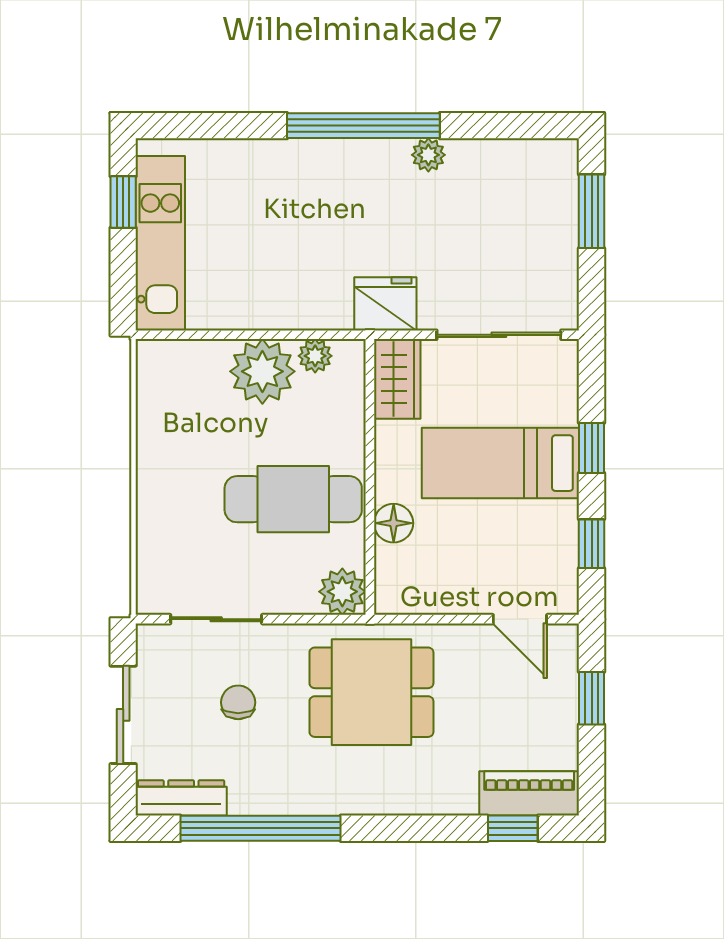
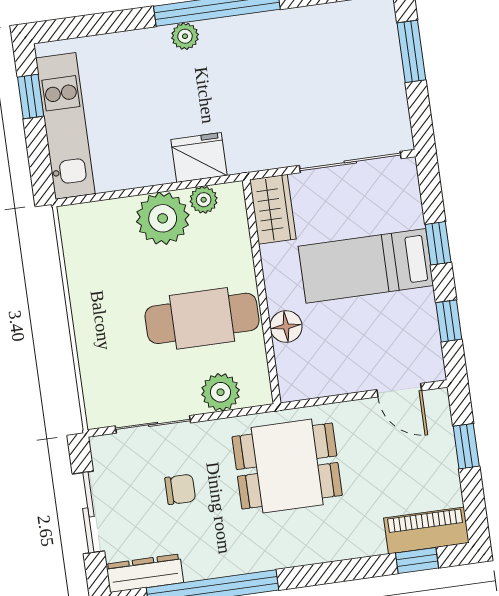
plant: (428, 155) -> (185, 36), moved
fridge: (385, 304) -> (199, 157), moved
plant: (342, 592) -> (221, 392), moved
chair: (238, 702) -> (180, 489), turned 90

